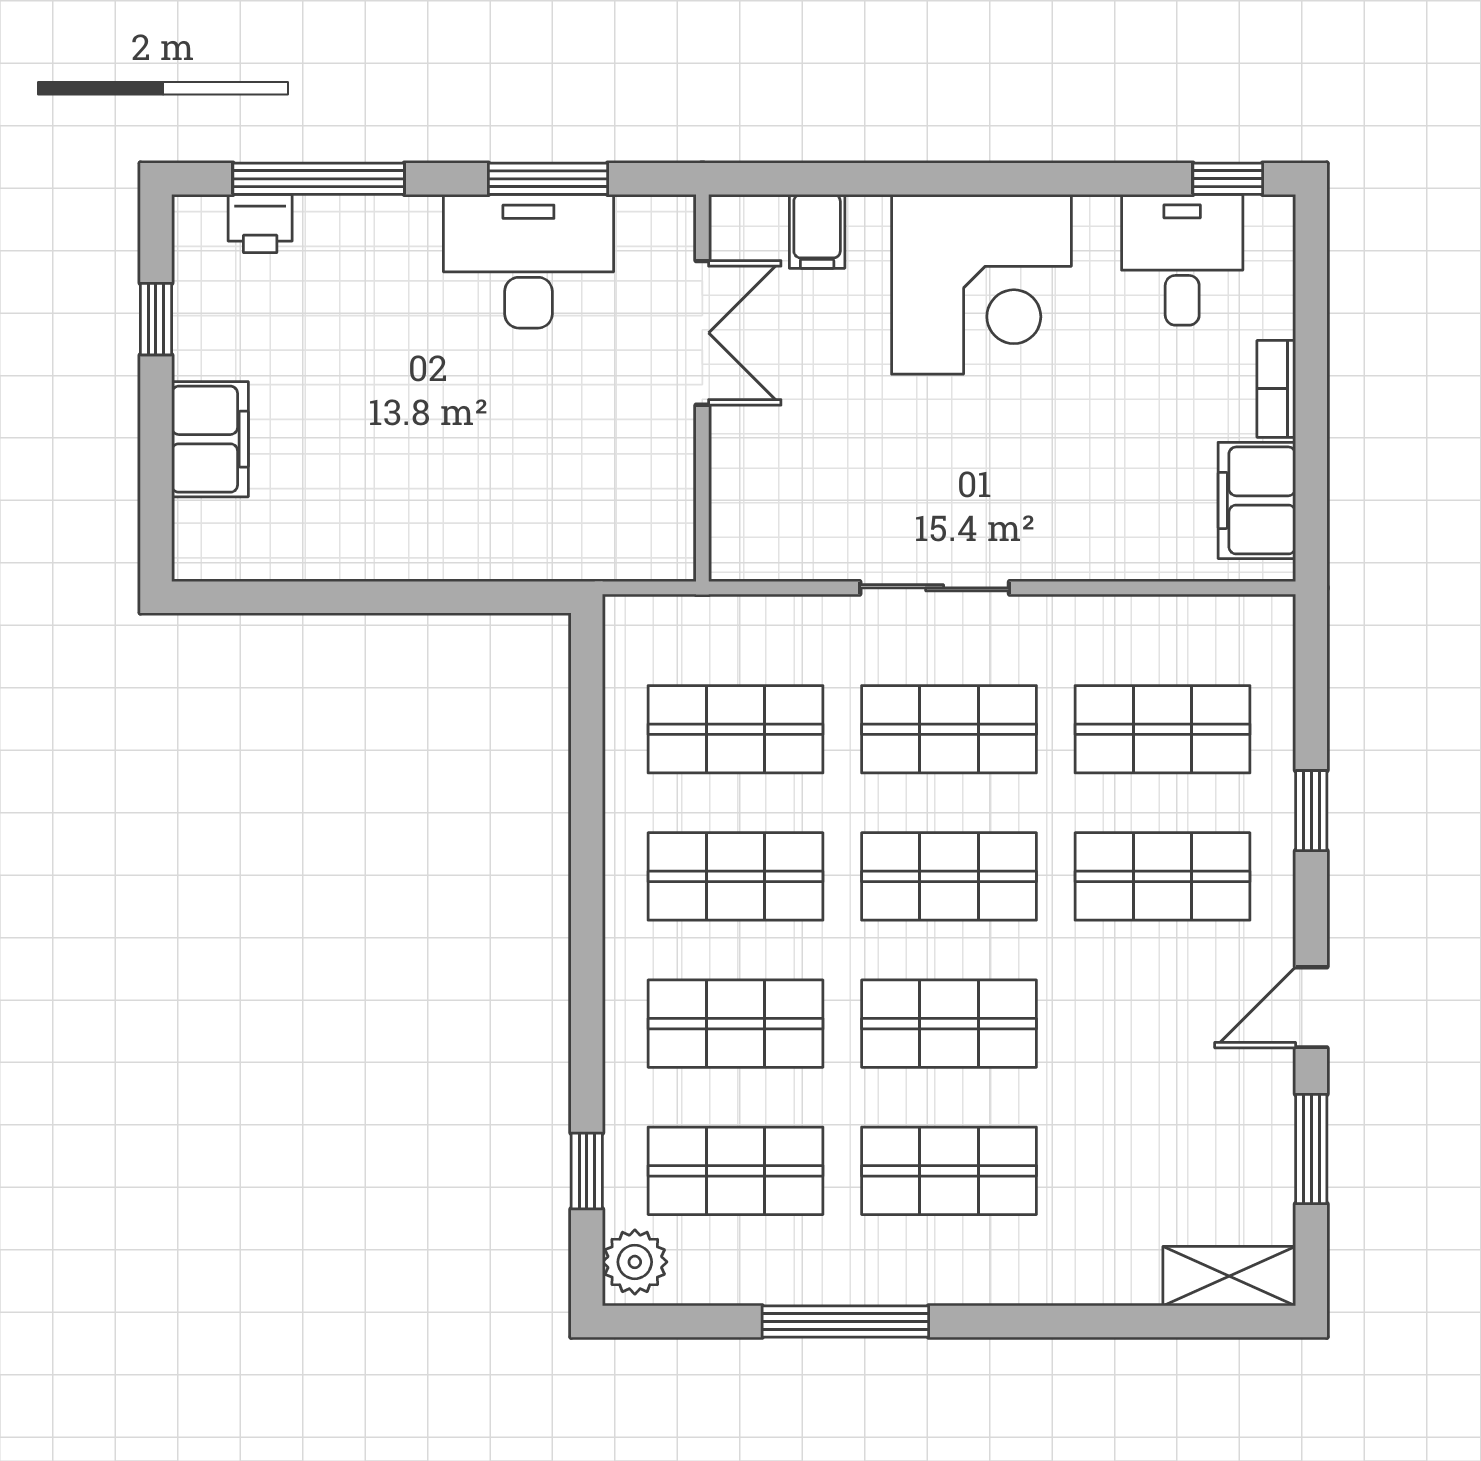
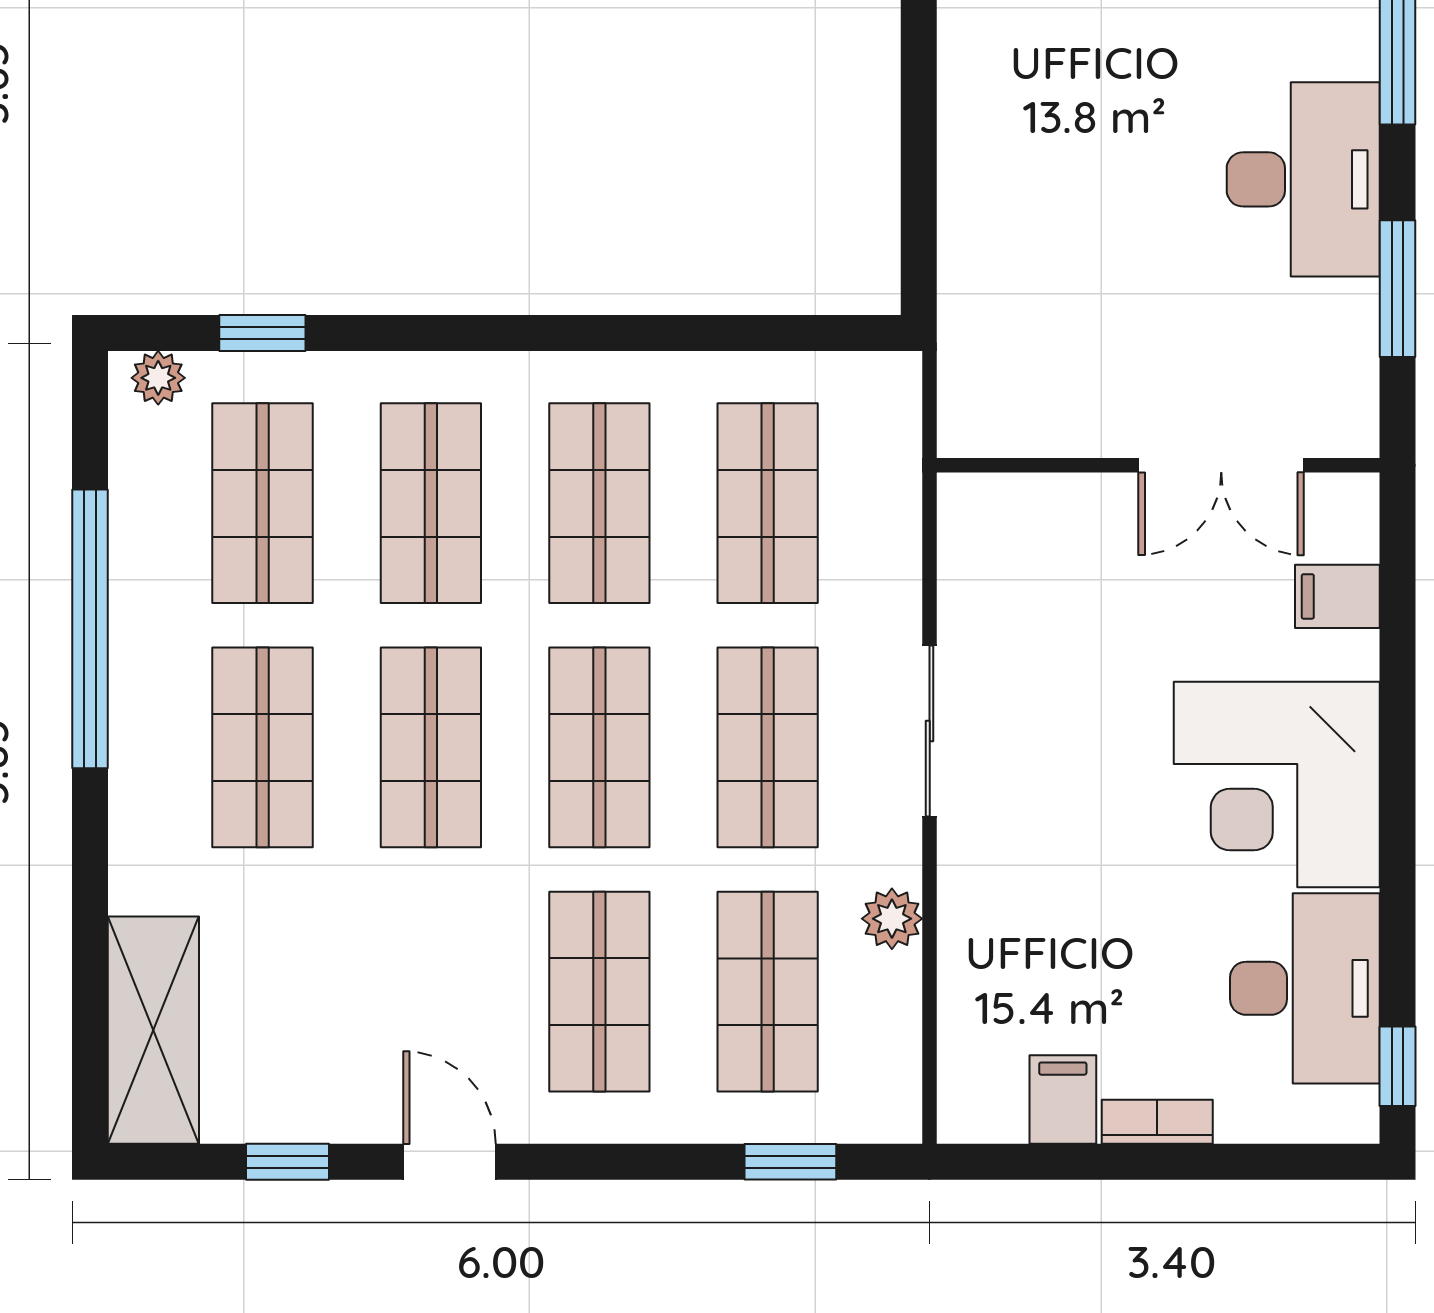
desk: (1182, 260) -> (1305, 988), width x1.37
desk: (528, 261) -> (1303, 179), moved
filing cabinet: (1257, 500) -> (1063, 1100), width x0.50
plant: (1099, 621) -> (892, 919), added
window: (1311, 811) -> (790, 1162), moved
window: (1311, 1149) -> (287, 1162), width x0.67
plant: (635, 1262) -> (158, 378), width x0.73, depth x0.73
shelving: (1229, 1276) -> (153, 1030), width x1.50, depth x1.33
window: (845, 1322) -> (90, 629), width x1.46

